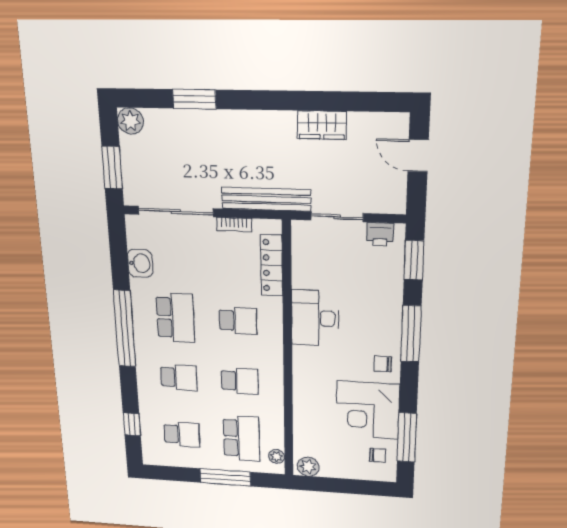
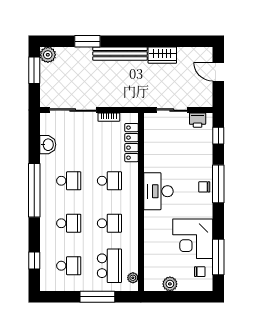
window: (112, 168) -> (34, 70), moved
bench: (266, 199) -> (120, 54), moved
window: (414, 260) -> (218, 136), width x0.67
school desk: (175, 318) -> (69, 181), width x0.54
desk: (315, 318) -> (158, 191), moved
chair: (383, 364) -> (204, 187), moved
plant: (308, 467) -> (170, 284), moved

